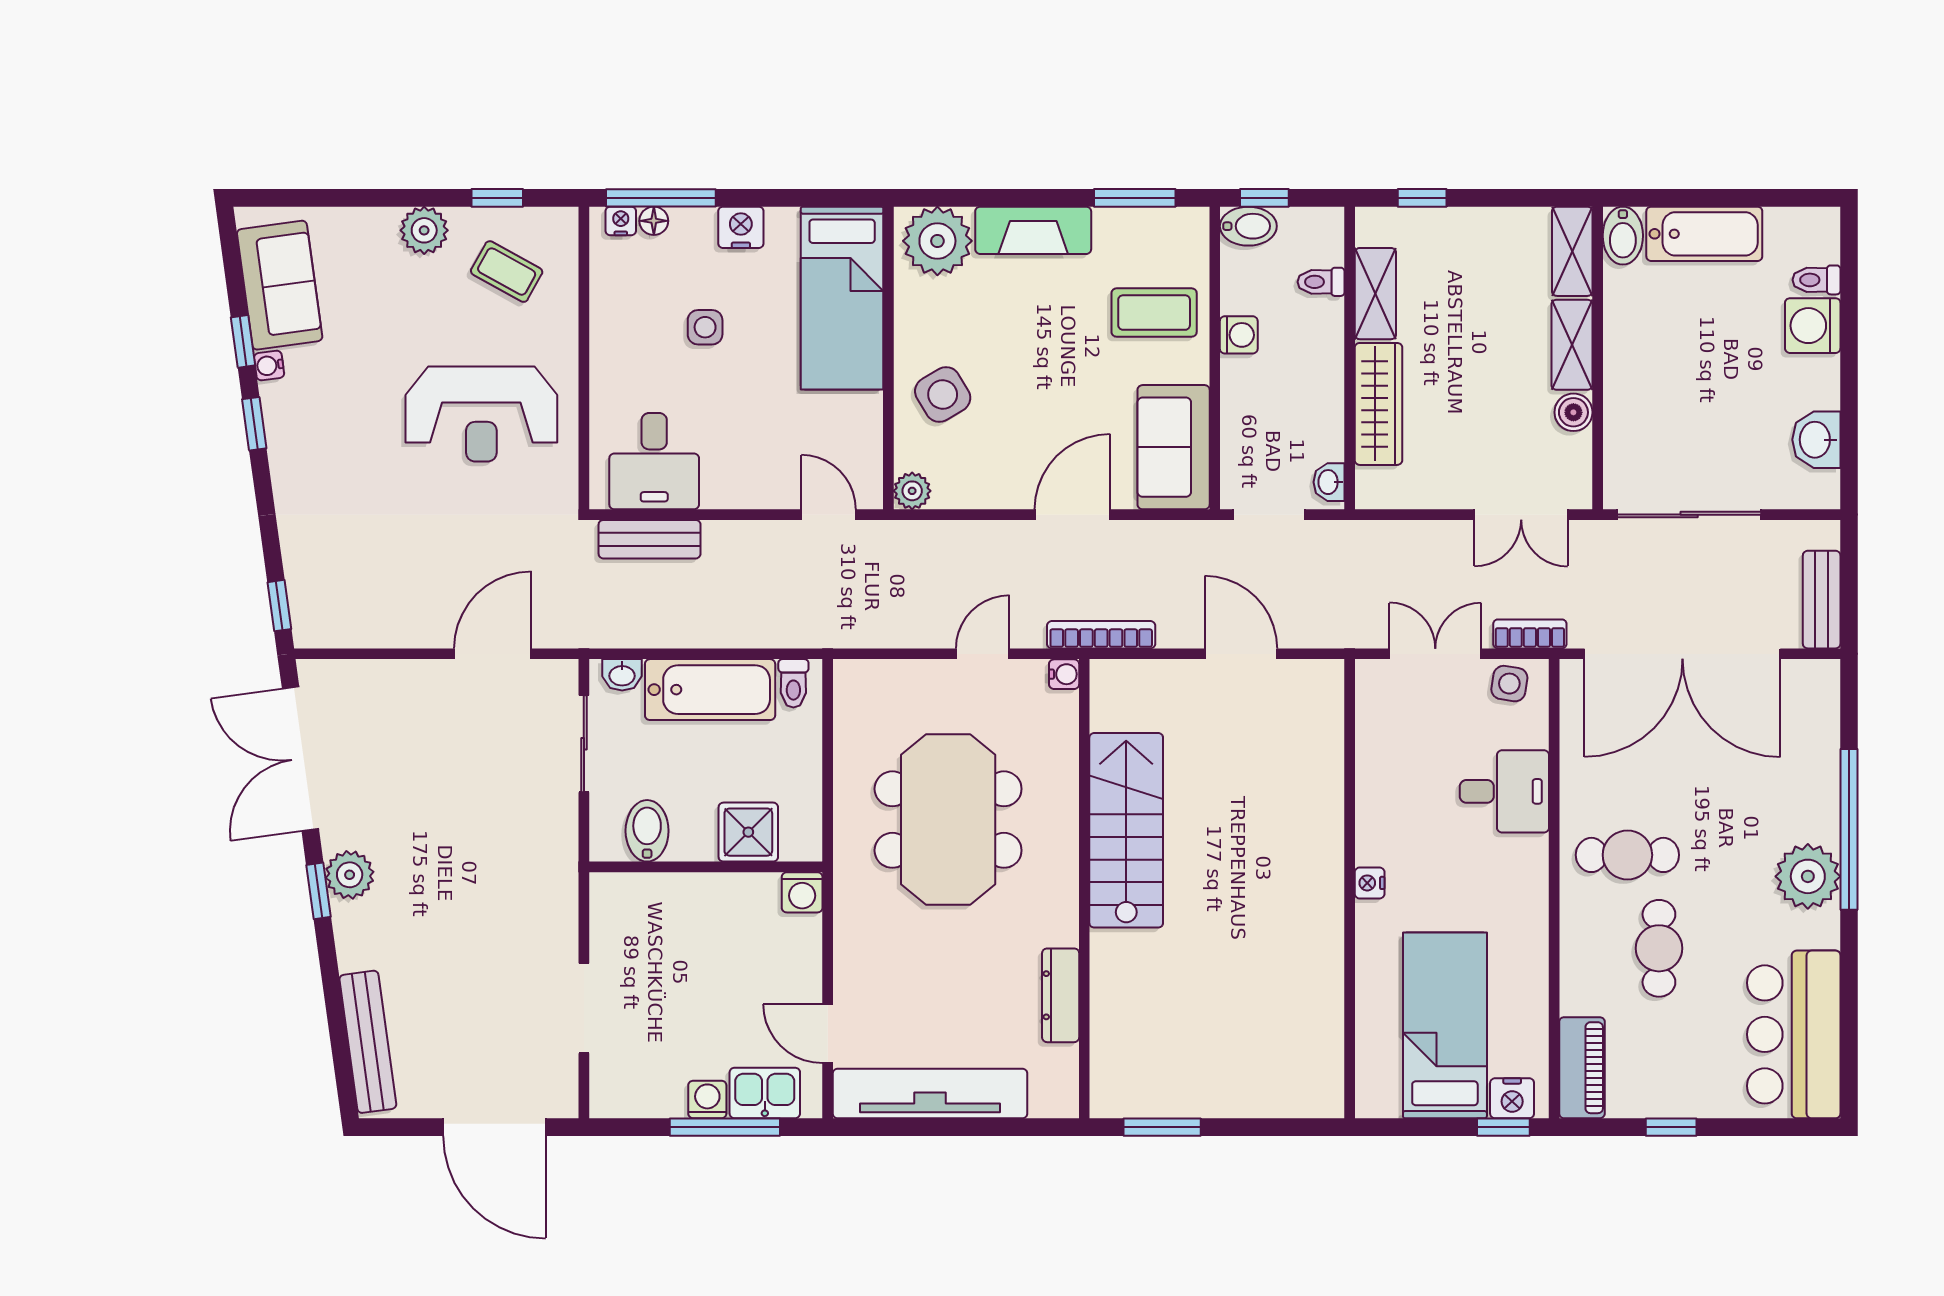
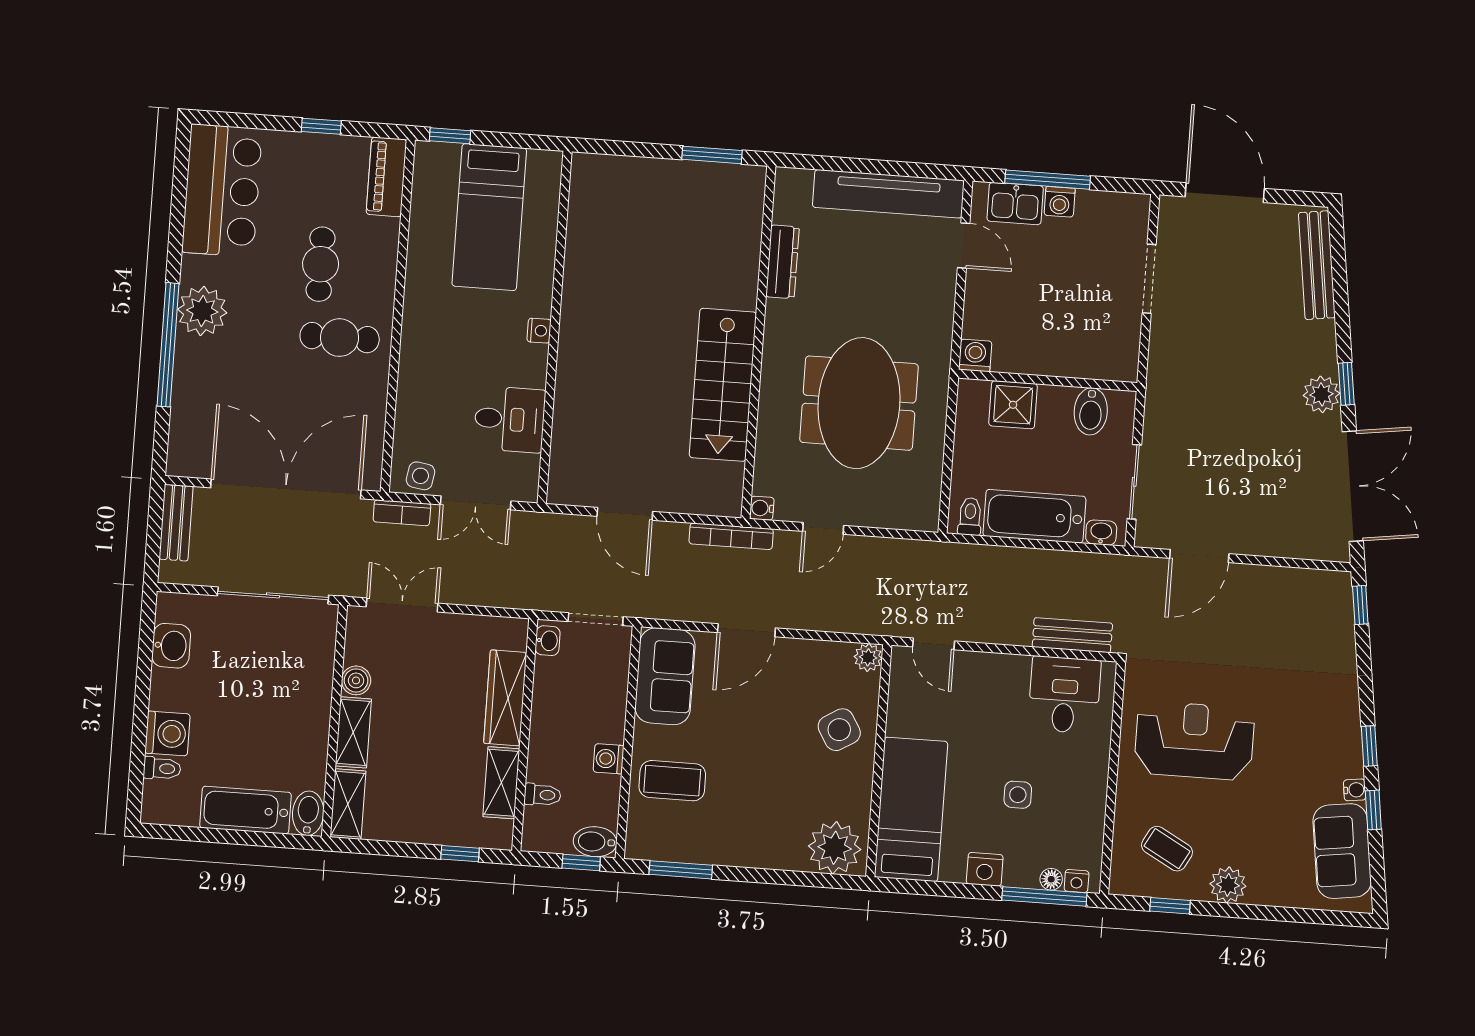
fireplace: (1033, 230) -> (760, 851), removed
desk: (1504, 791) -> (510, 419), moved, turned 180
nightstand: (1512, 1098) -> (442, 157), removed

